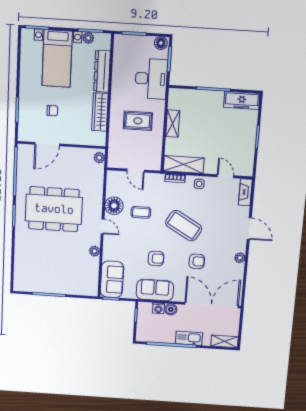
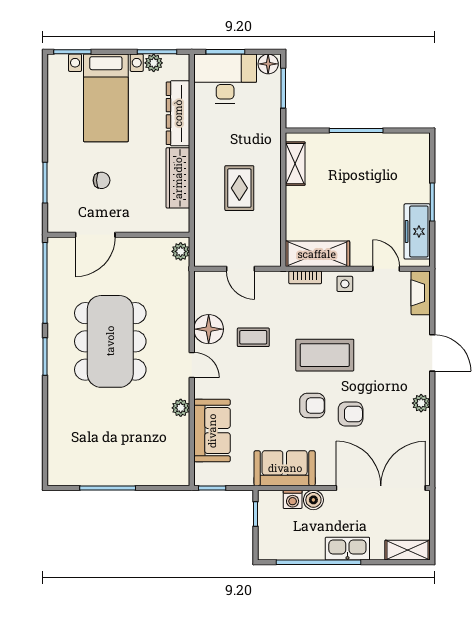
desk: (151, 79) -> (225, 79), moved, turned -90
freezer: (242, 100) -> (417, 231), moved, turned 90
rug: (138, 121) -> (239, 188), turned 90
shelving: (173, 124) -> (295, 164), moved
dining table: (54, 209) -> (110, 341), turned 90
coffee table: (184, 226) -> (325, 355), turned -30
armchair: (156, 258) -> (312, 406), moved
sofa: (112, 279) -> (212, 431), moved

